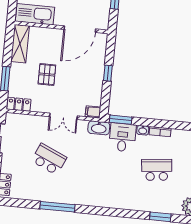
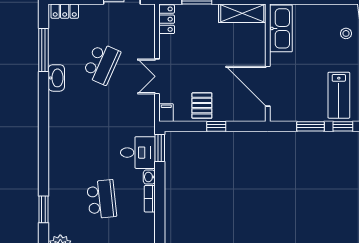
pallet: (47, 75) -> (202, 106), moved, turned 90
washbasin: (99, 128) -> (56, 78), moved, turned 180
window: (57, 207) -> (43, 50), moved

